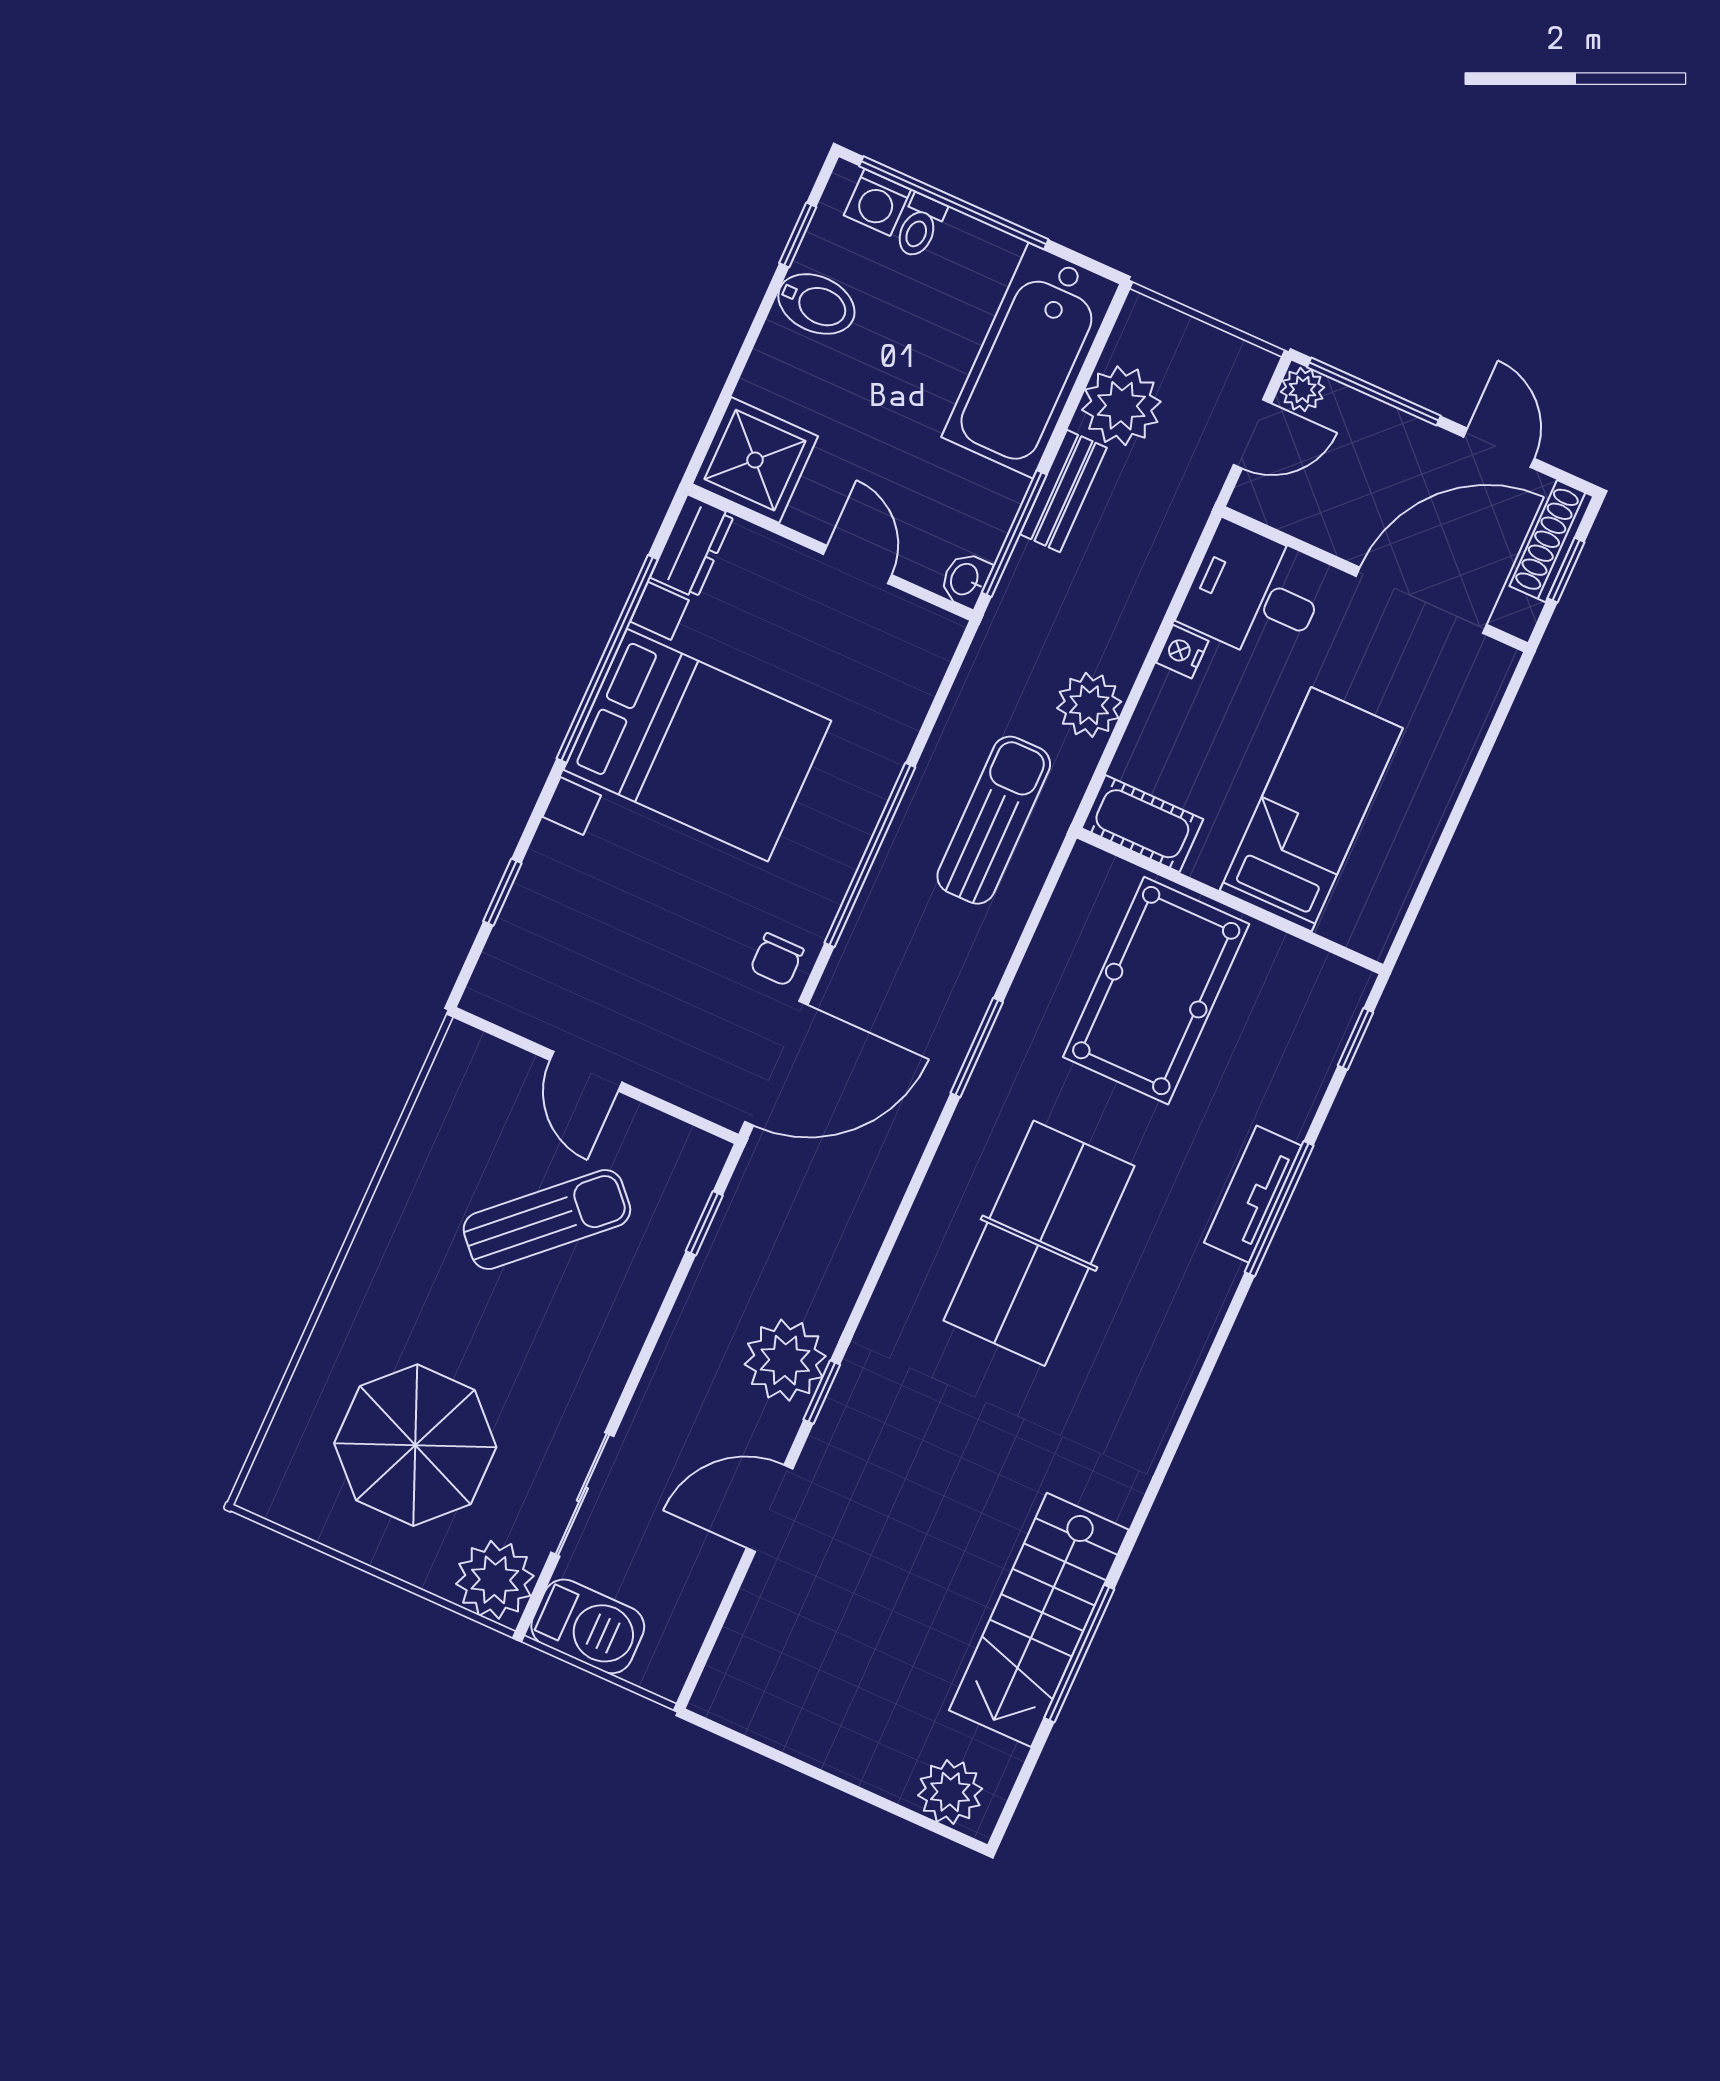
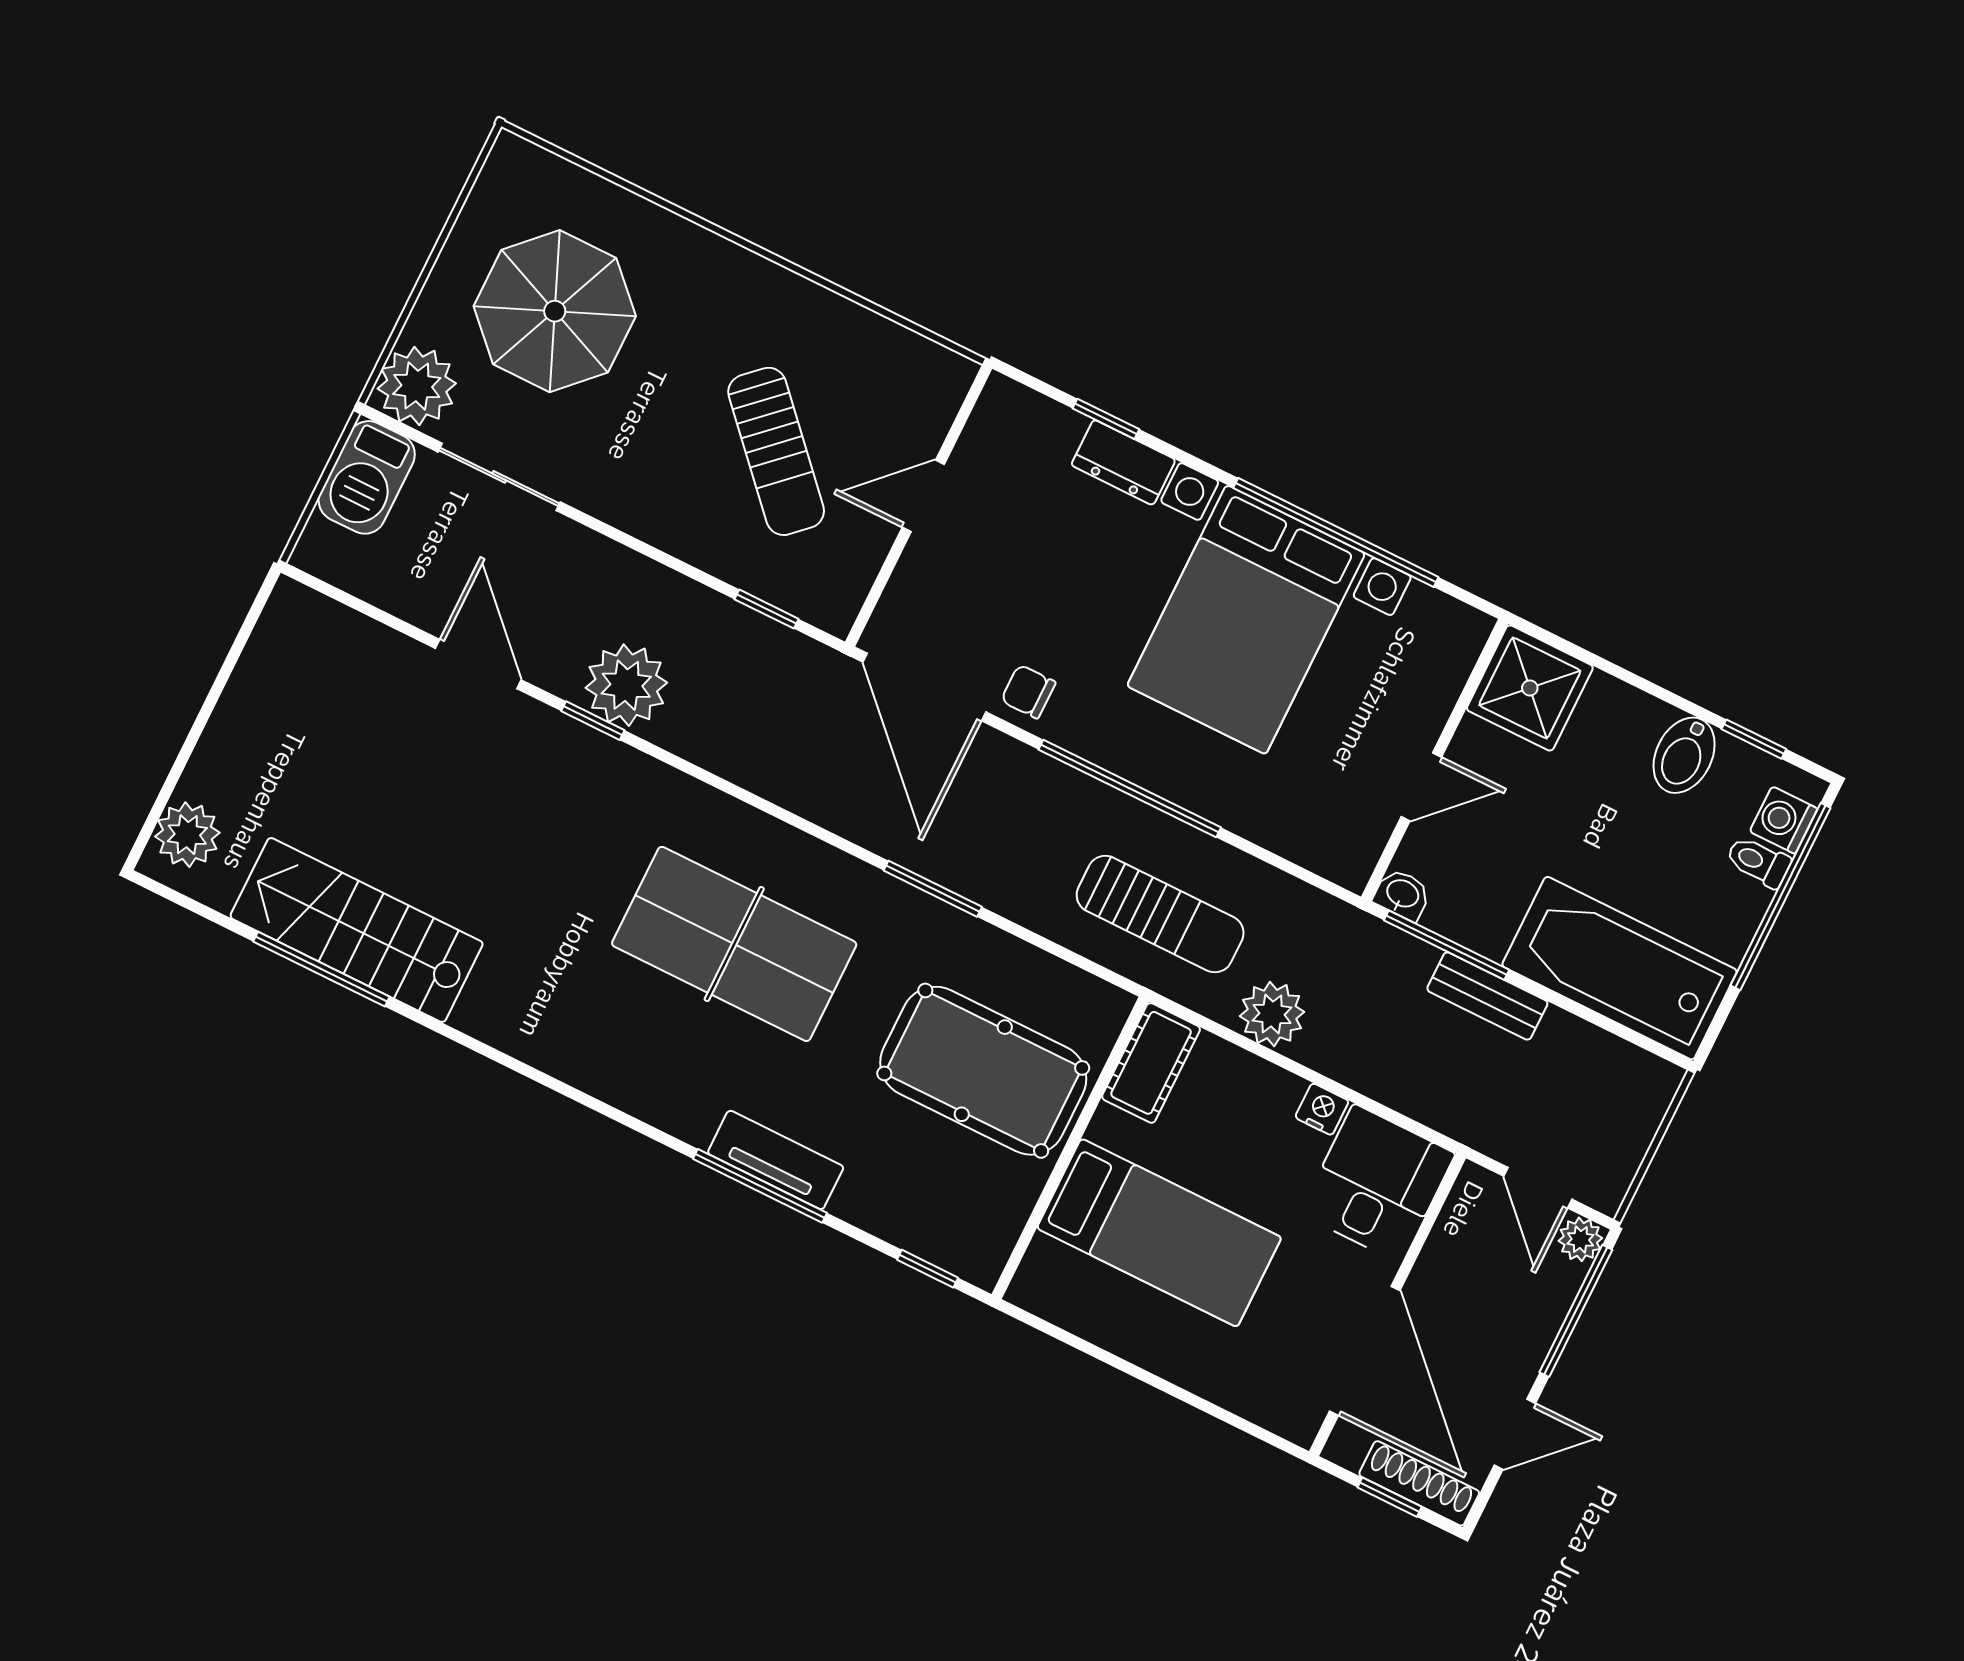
plant: (1121, 406) -> (1571, 1057), removed
dresser: (692, 546) -> (1123, 462), moved

